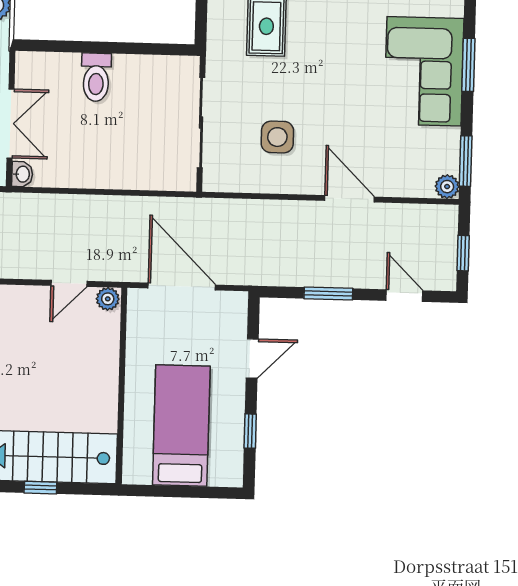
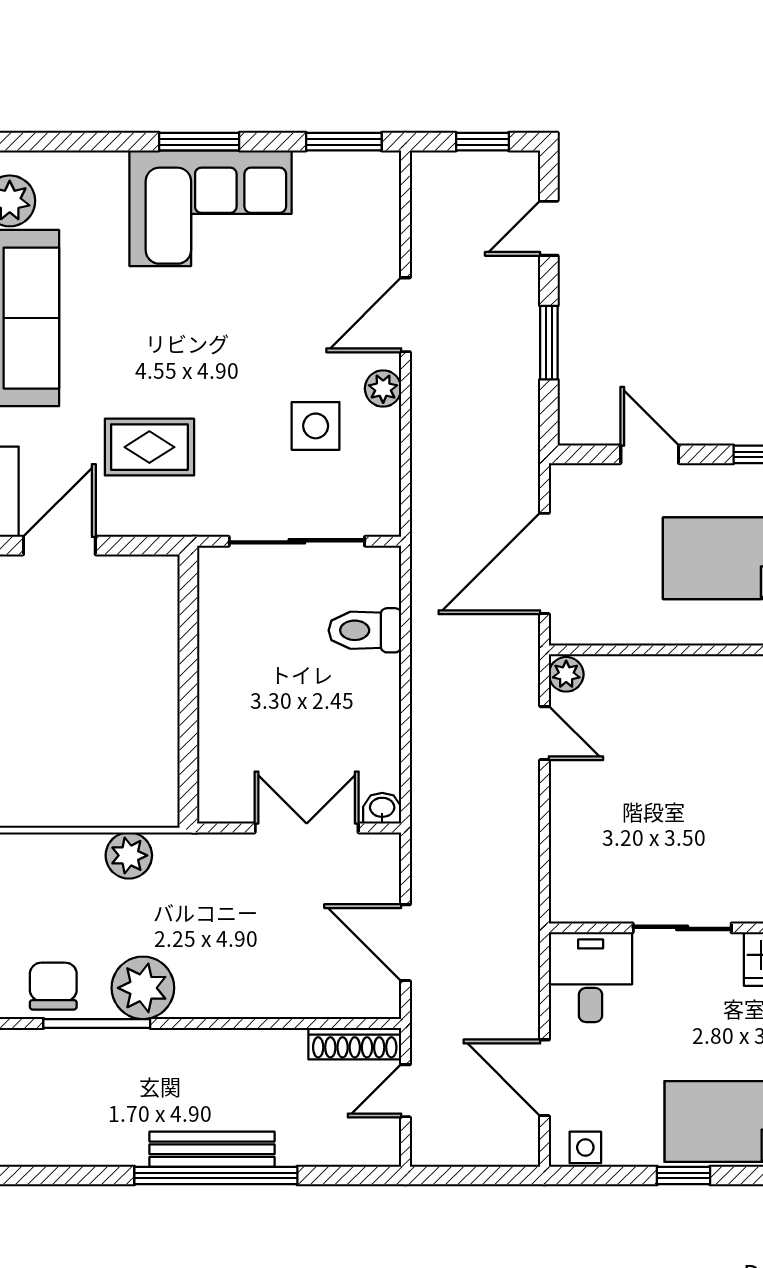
toilet: (96, 77) -> (365, 630), moved, turned 180
plant: (447, 187) -> (383, 389), moved

